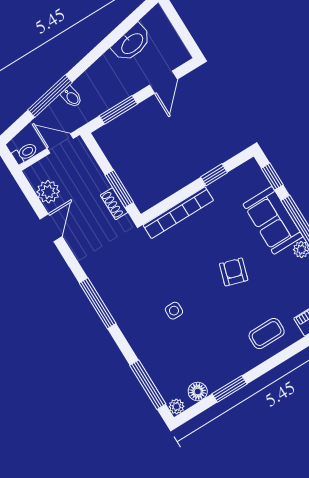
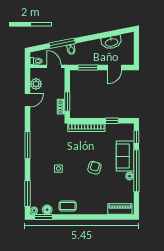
coffee table: (267, 334) -> (68, 206), moved
window: (230, 389) -> (44, 217), moved

